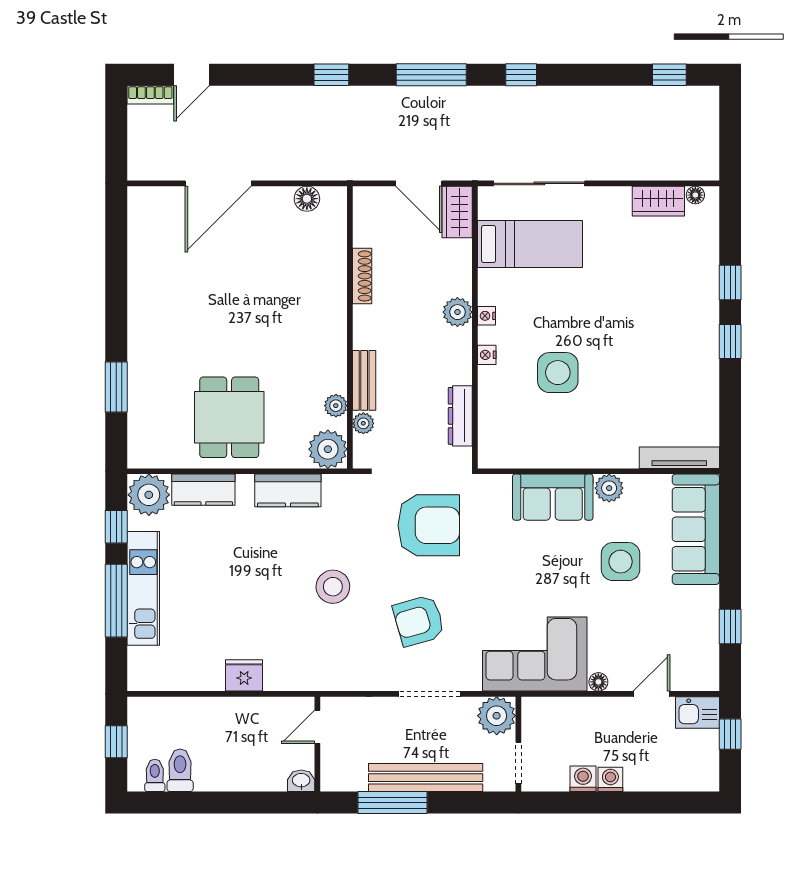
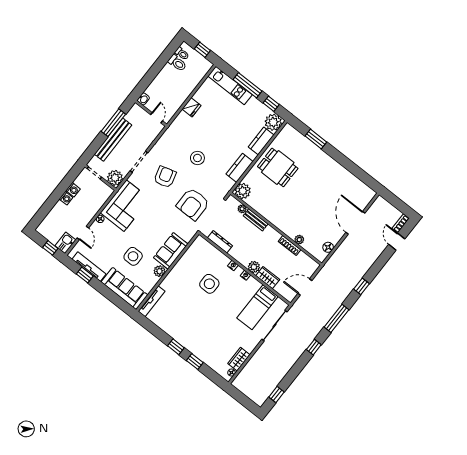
wardrobe: (457, 212) -> (268, 278), moved
plant: (336, 406) -> (299, 240), moved
kitchen unit: (143, 588) -> (230, 85), moved
tv unit: (707, 631) -> (89, 267), added

